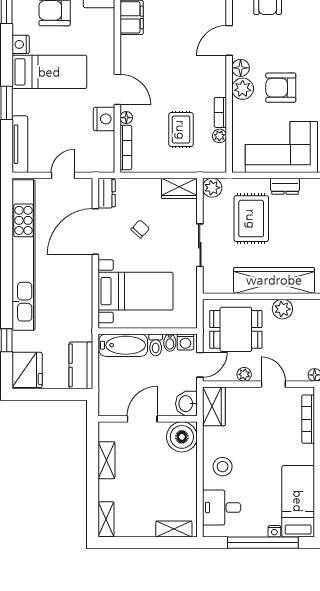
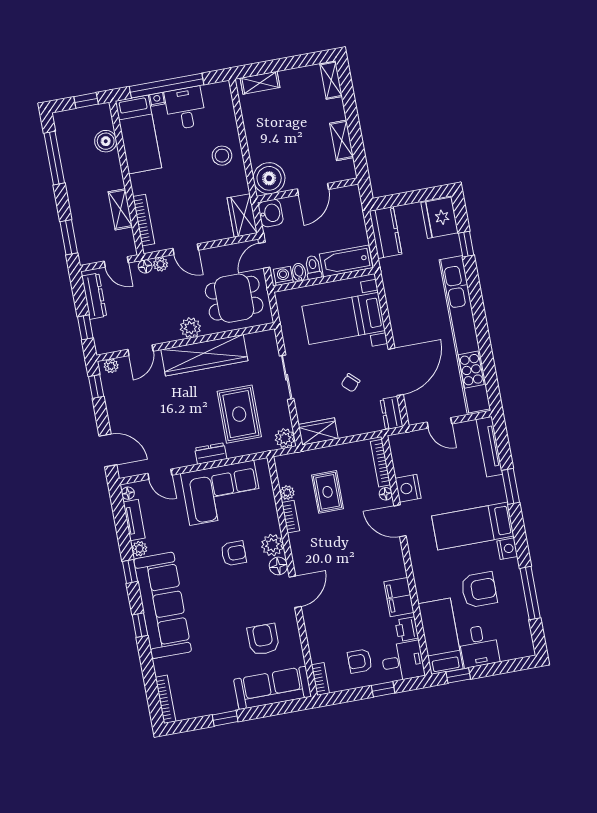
armchair: (281, 88) -> (234, 553), width x0.72, depth x0.72
door: (63, 175) -> (439, 423), hinge flipped
plant: (244, 374) -> (161, 264), moved
desk: (222, 508) -> (185, 108), moved, turned -90

